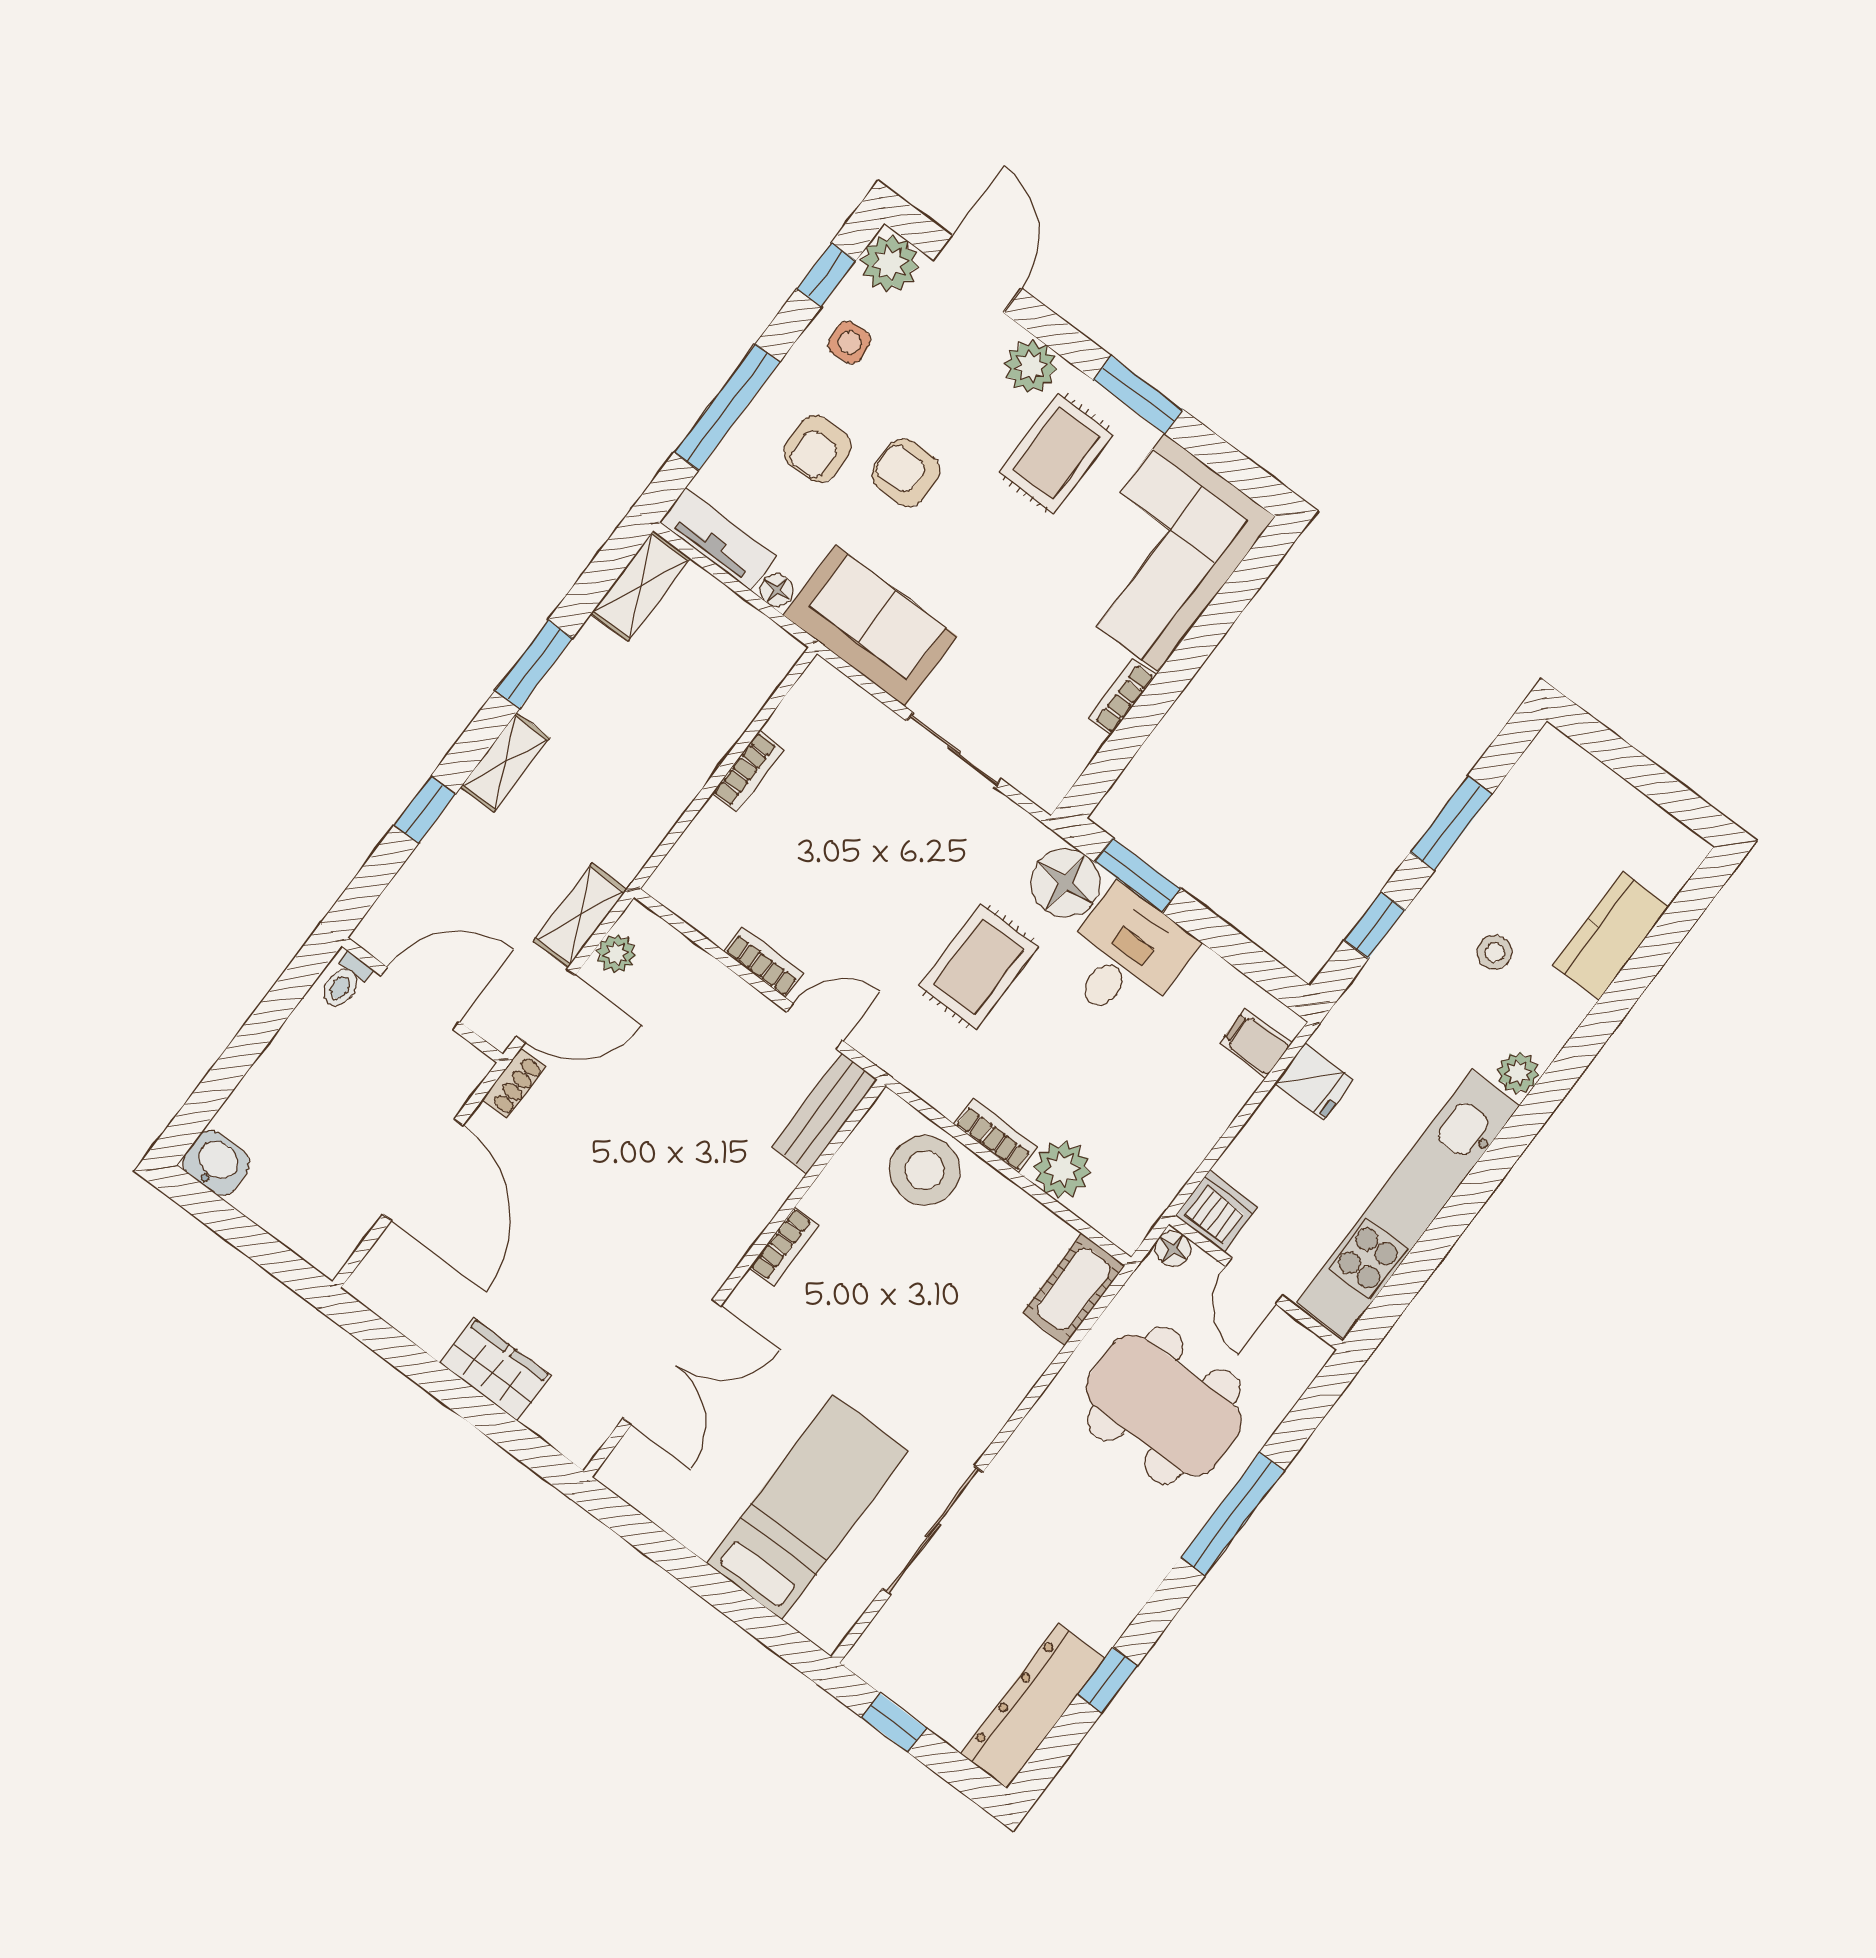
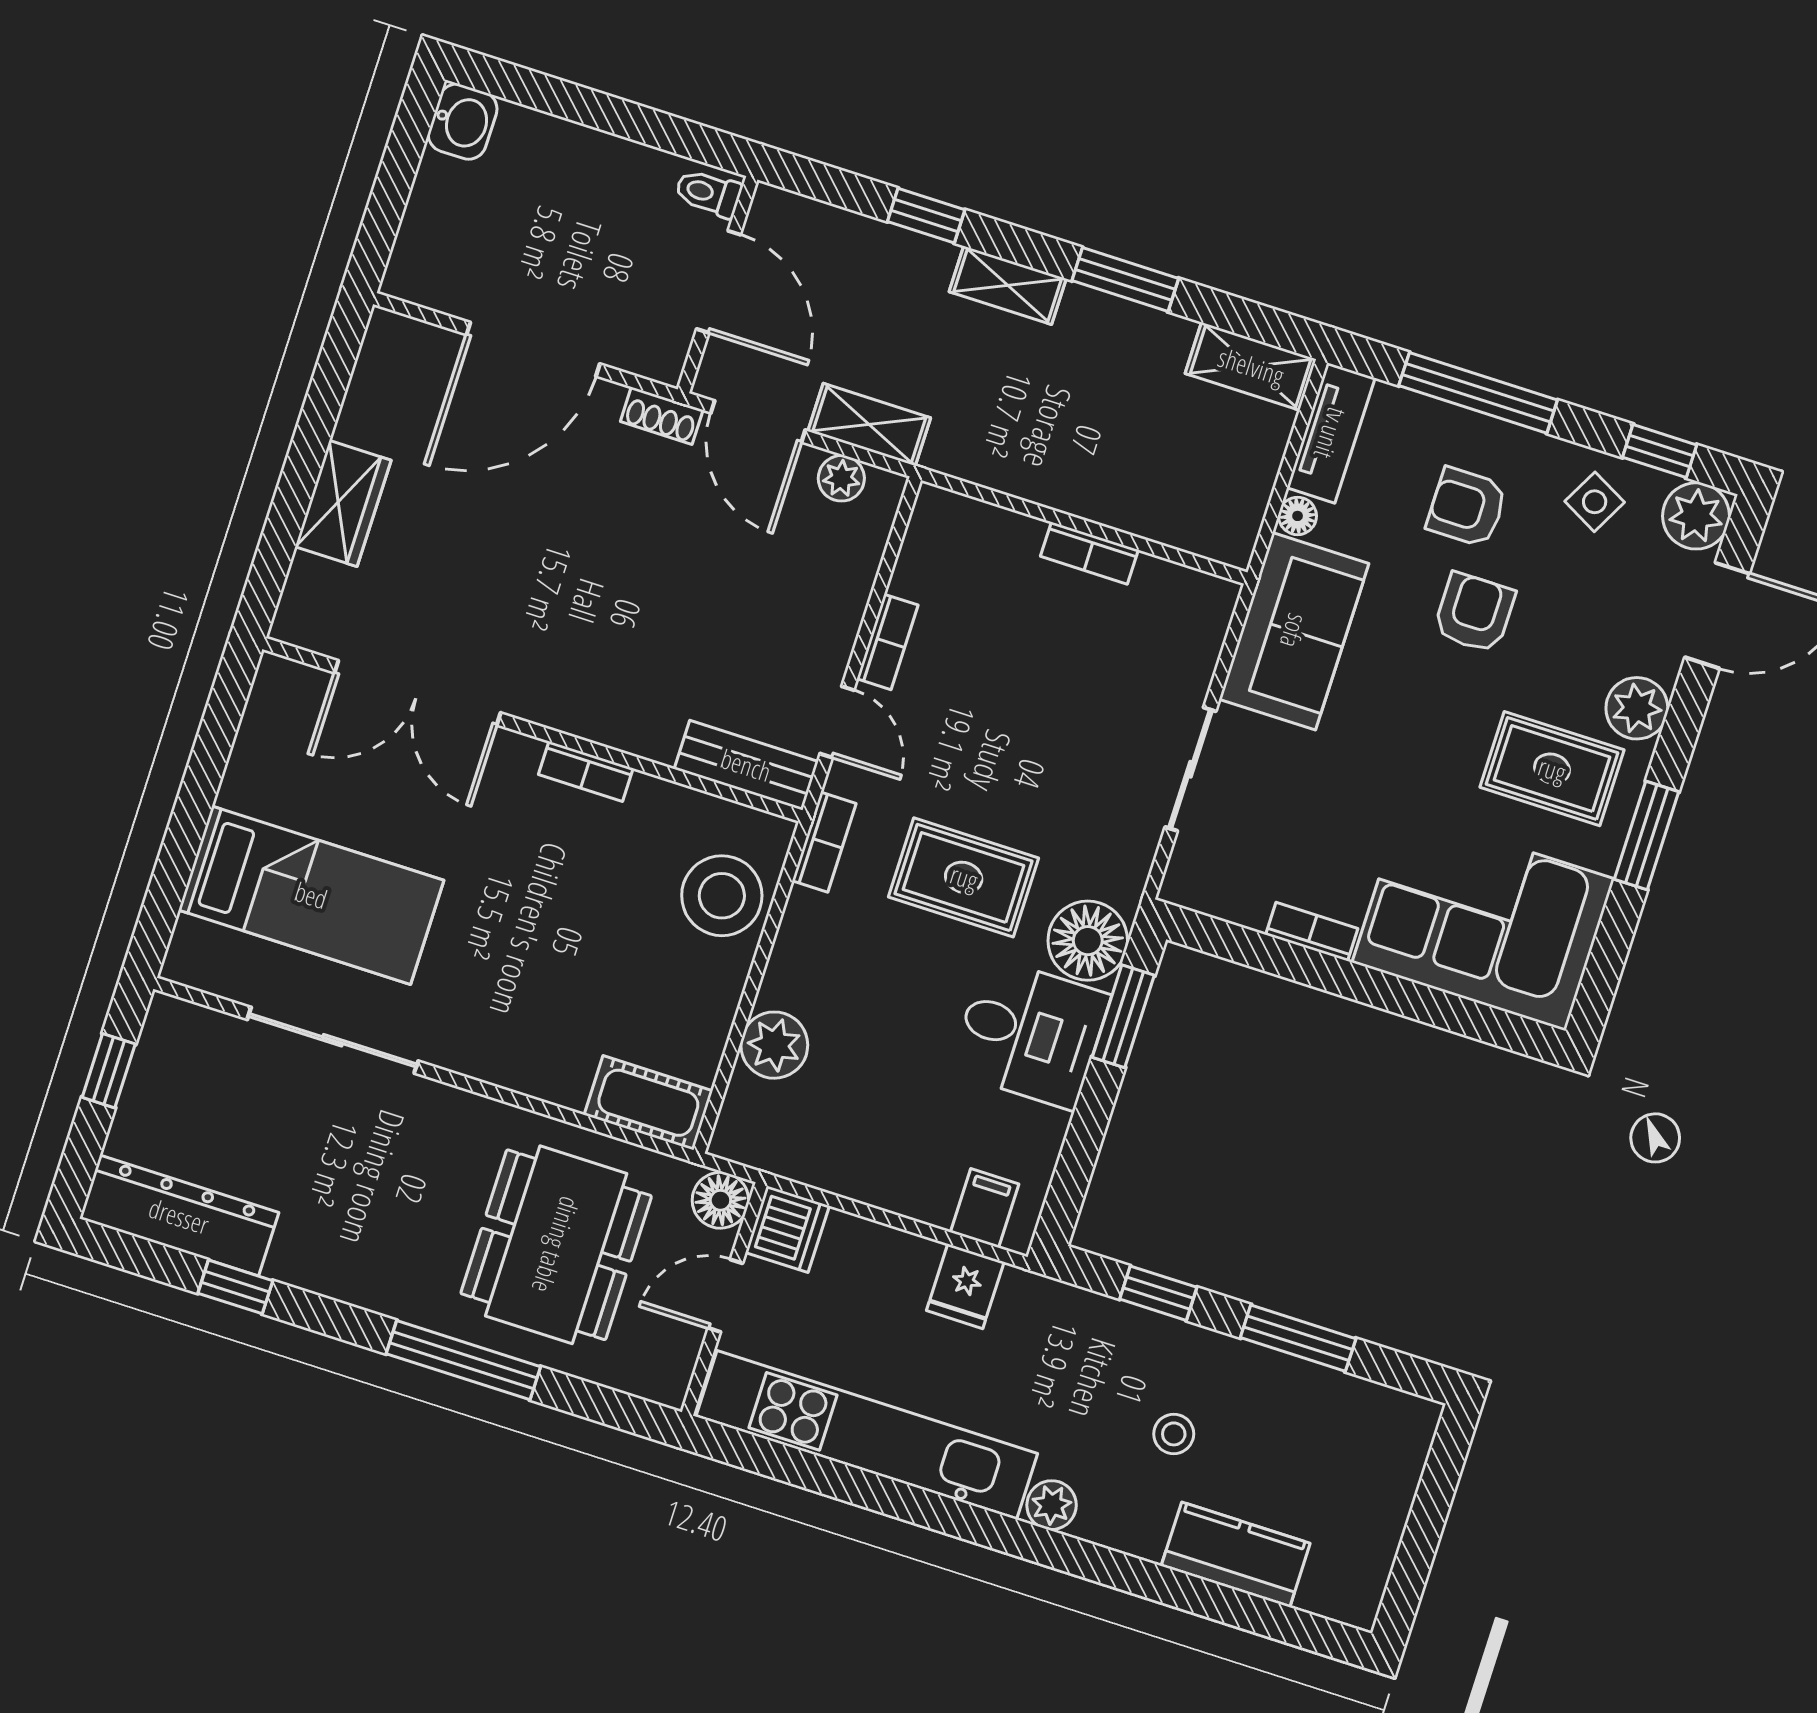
side table: (849, 342) -> (1595, 502), turned 34
bookcase: (996, 1136) -> (824, 842), moved
floor lamp: (1173, 1249) -> (720, 1200), width x1.37, depth x1.37

